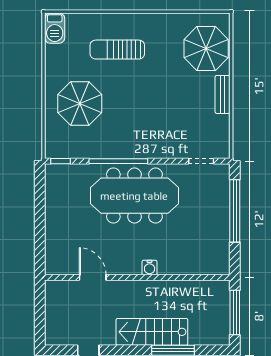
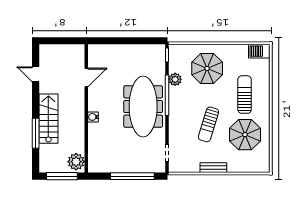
parasol: (206, 49) -> (245, 135), moved
sun lounger: (160, 101) -> (208, 124), added
plant: (95, 149) -> (175, 79), added
plant: (214, 292) -> (76, 162), added

